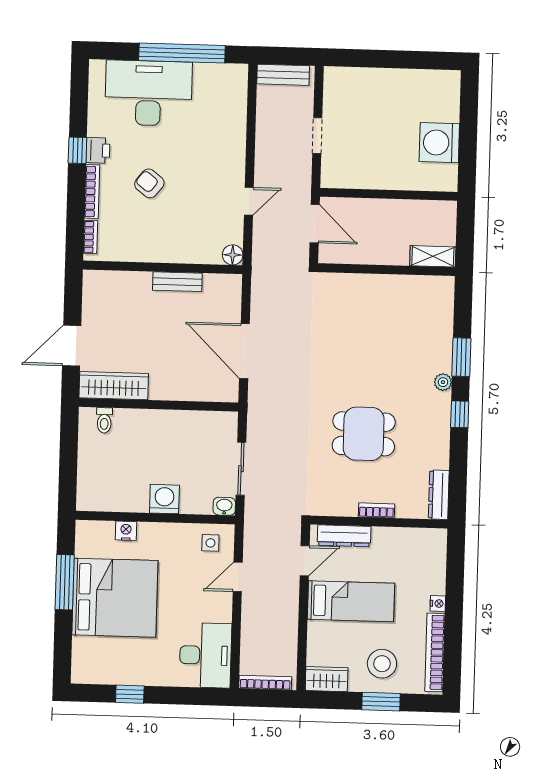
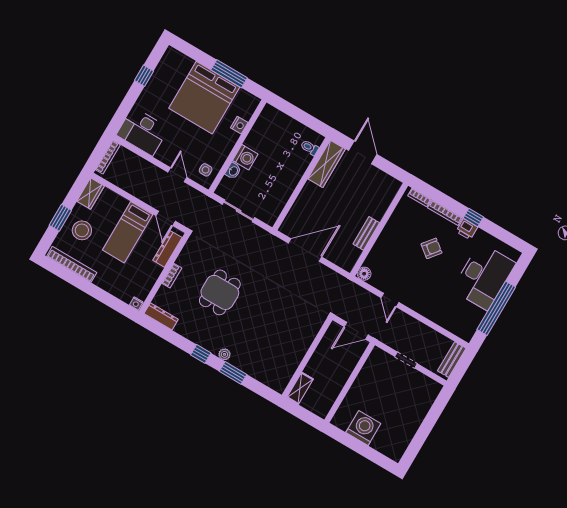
washbasin: (224, 506) -> (233, 171), moved
nightstand: (438, 603) -> (136, 303), moved

